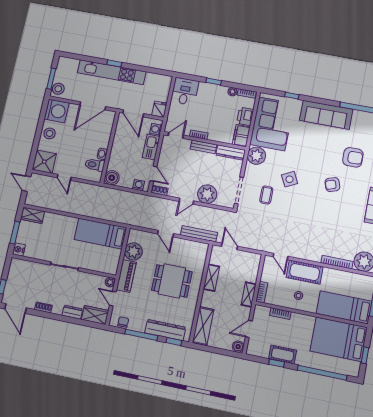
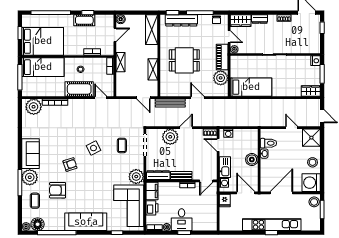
desk: (185, 91) -> (182, 220), moved
boiler: (112, 178) -> (252, 160), moved
side table: (290, 179) -> (93, 148), moved

